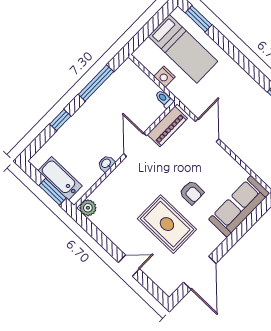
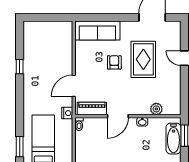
nightstand: (165, 77) -> (67, 113), moved
plant: (88, 208) -> (156, 109), moved

